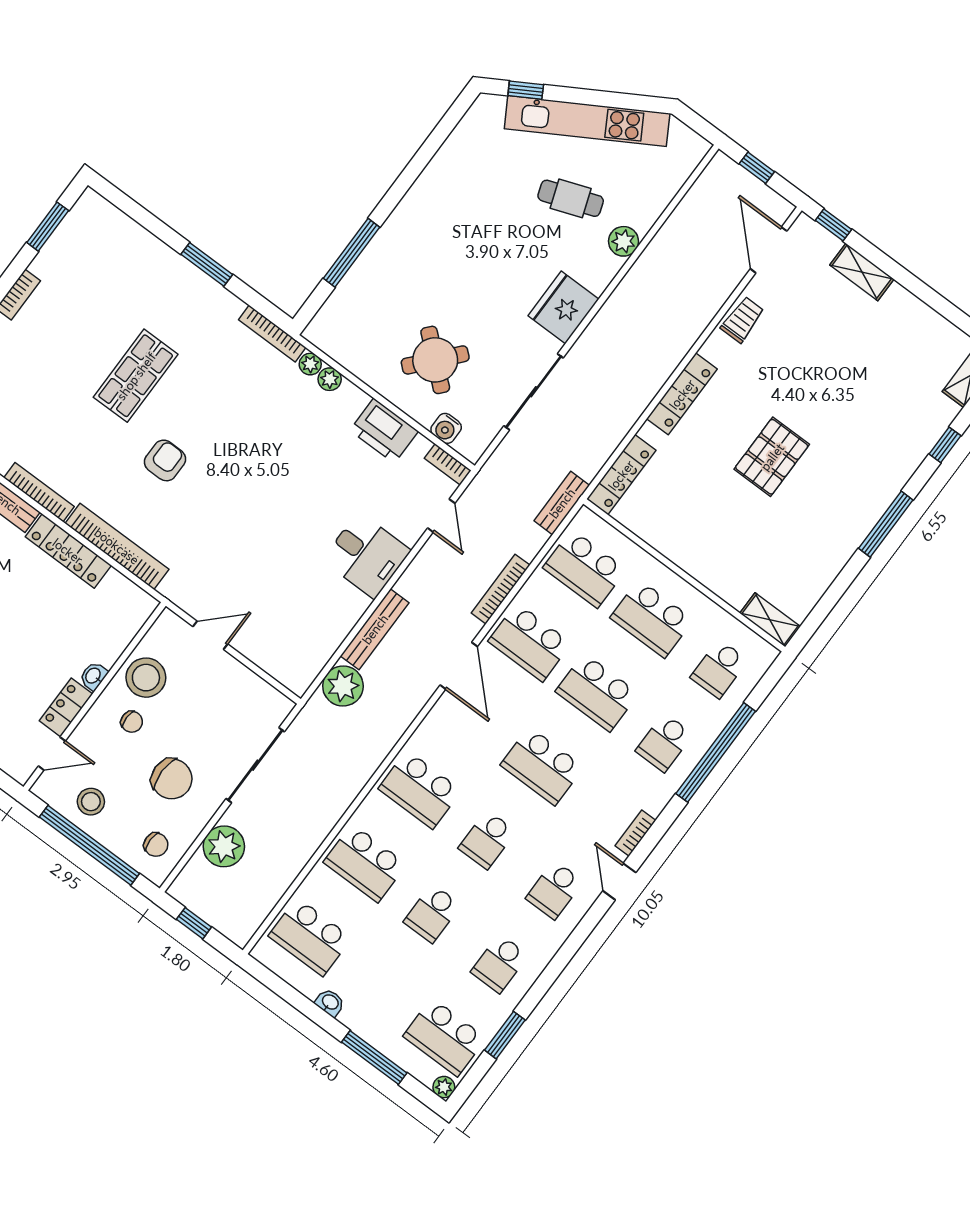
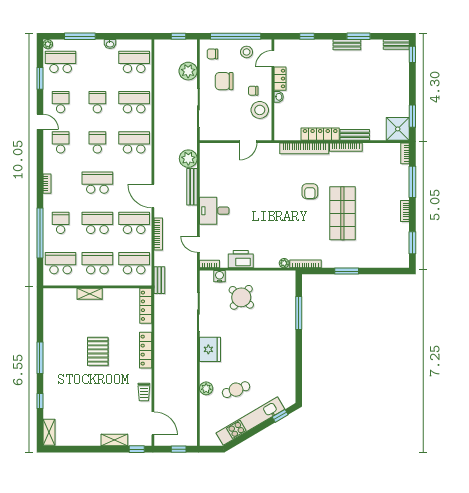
shop shelf: (136, 376) -> (342, 213), width x1.43, depth x1.36
plant: (330, 379) -> (273, 263), removed
shelving: (770, 620) -> (90, 294), moved
school desk: (719, 669) -> (61, 263), width x1.85
door: (619, 882) -> (40, 122), moved

